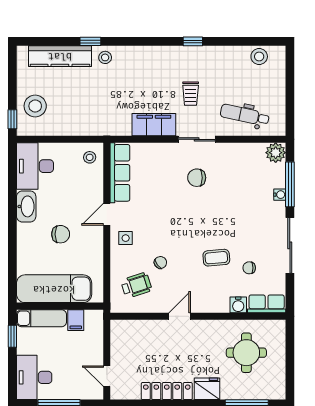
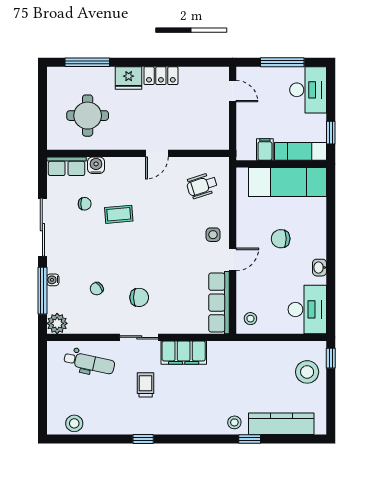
washbasin: (26, 206) -> (319, 268), width x0.52, depth x0.69
chair: (160, 263) -> (97, 289), moved
locker: (167, 391) -> (161, 76), width x0.66

